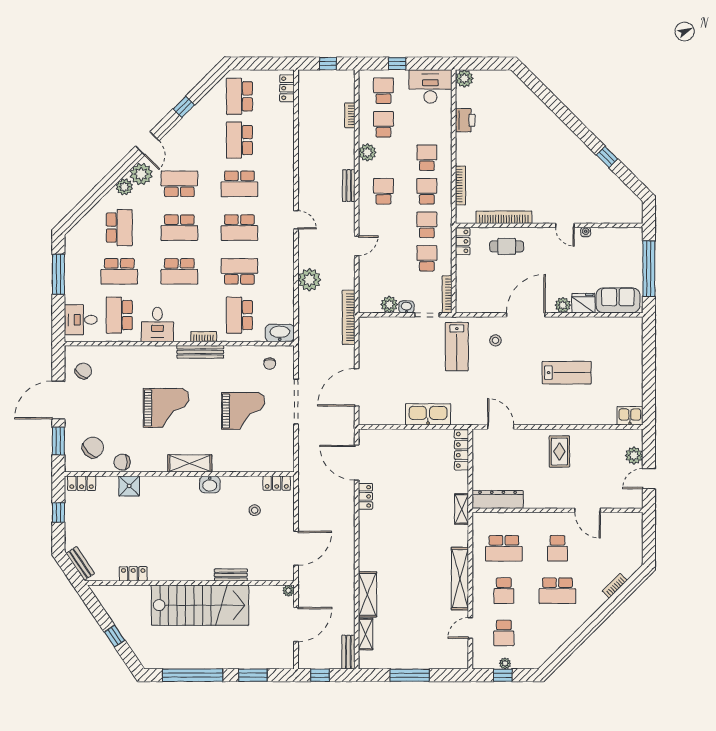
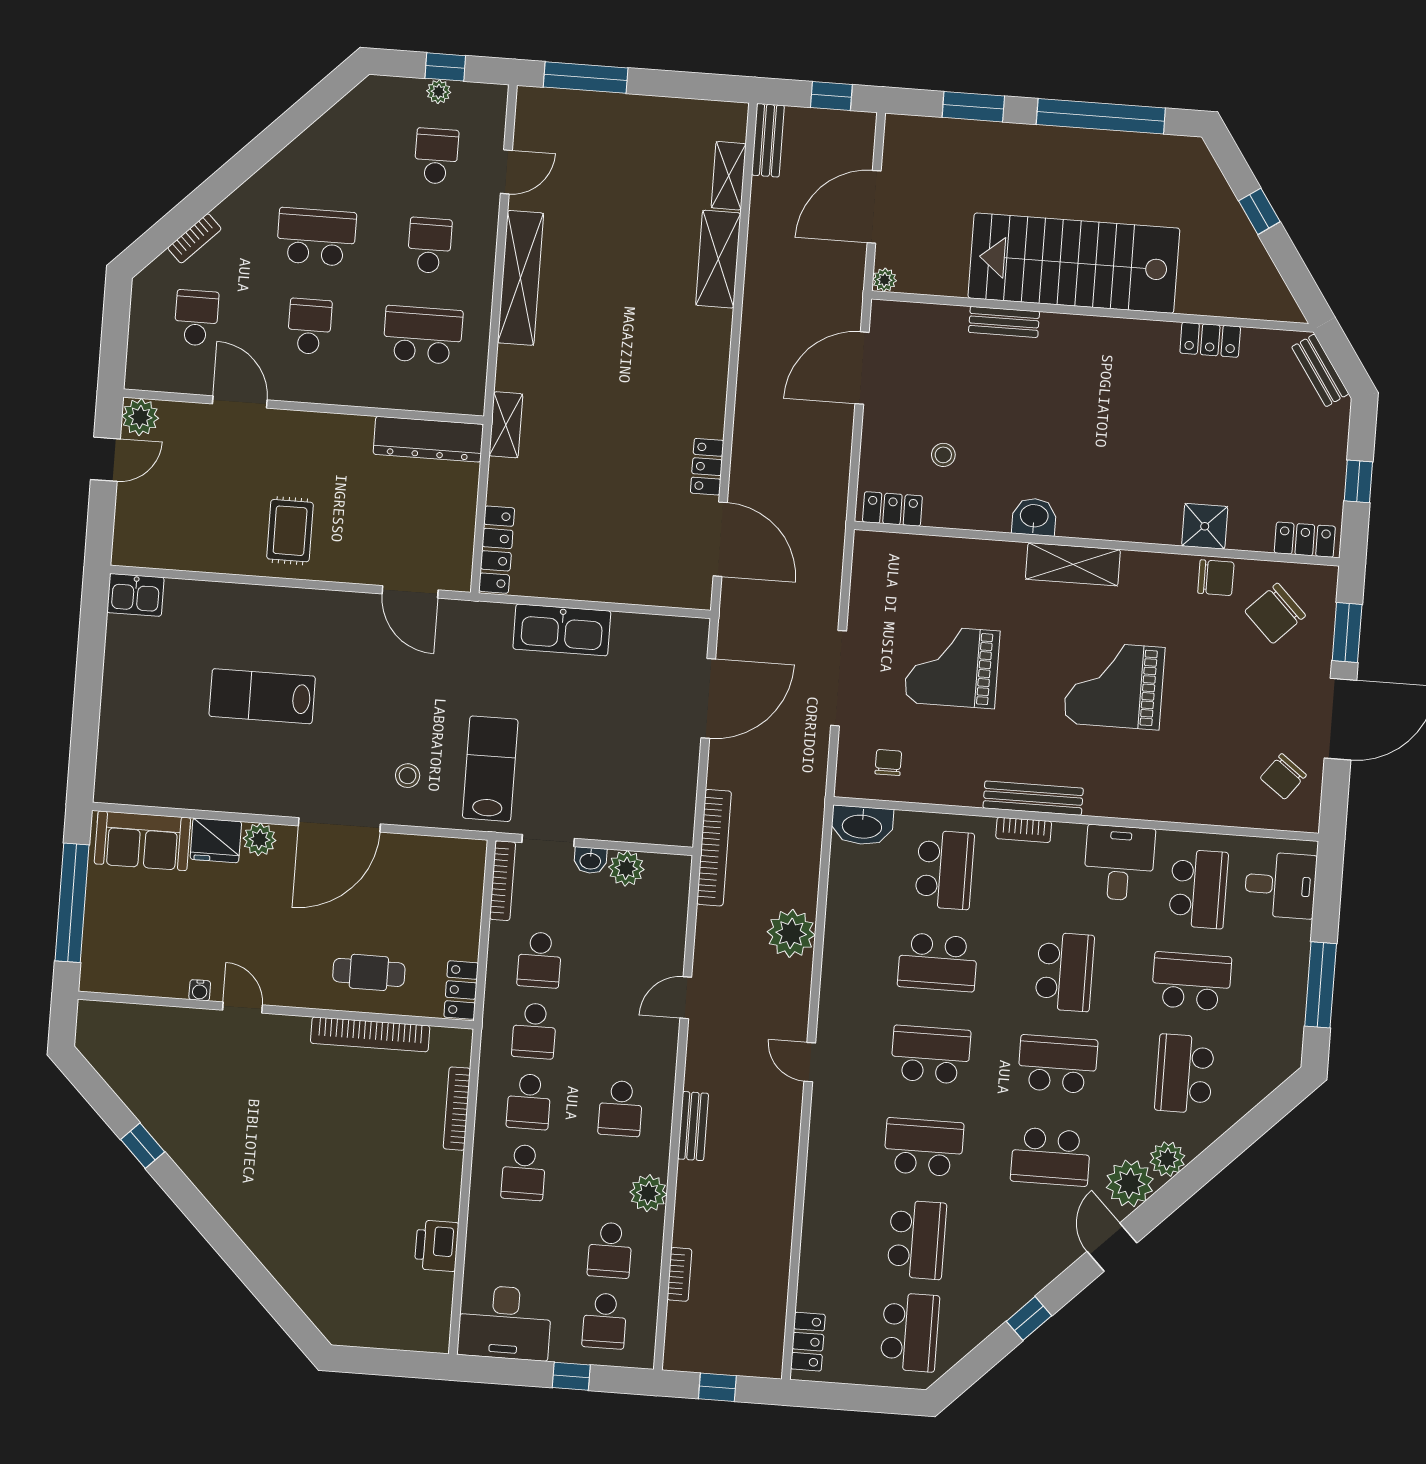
plant: (464, 79) -> (432, 1334), removed
school desk: (179, 271) -> (1065, 972), turned 90
plant: (634, 455) -> (140, 417), moved
school desk: (611, 548) -> (196, 318), added
window: (410, 675) -> (586, 78), moved

